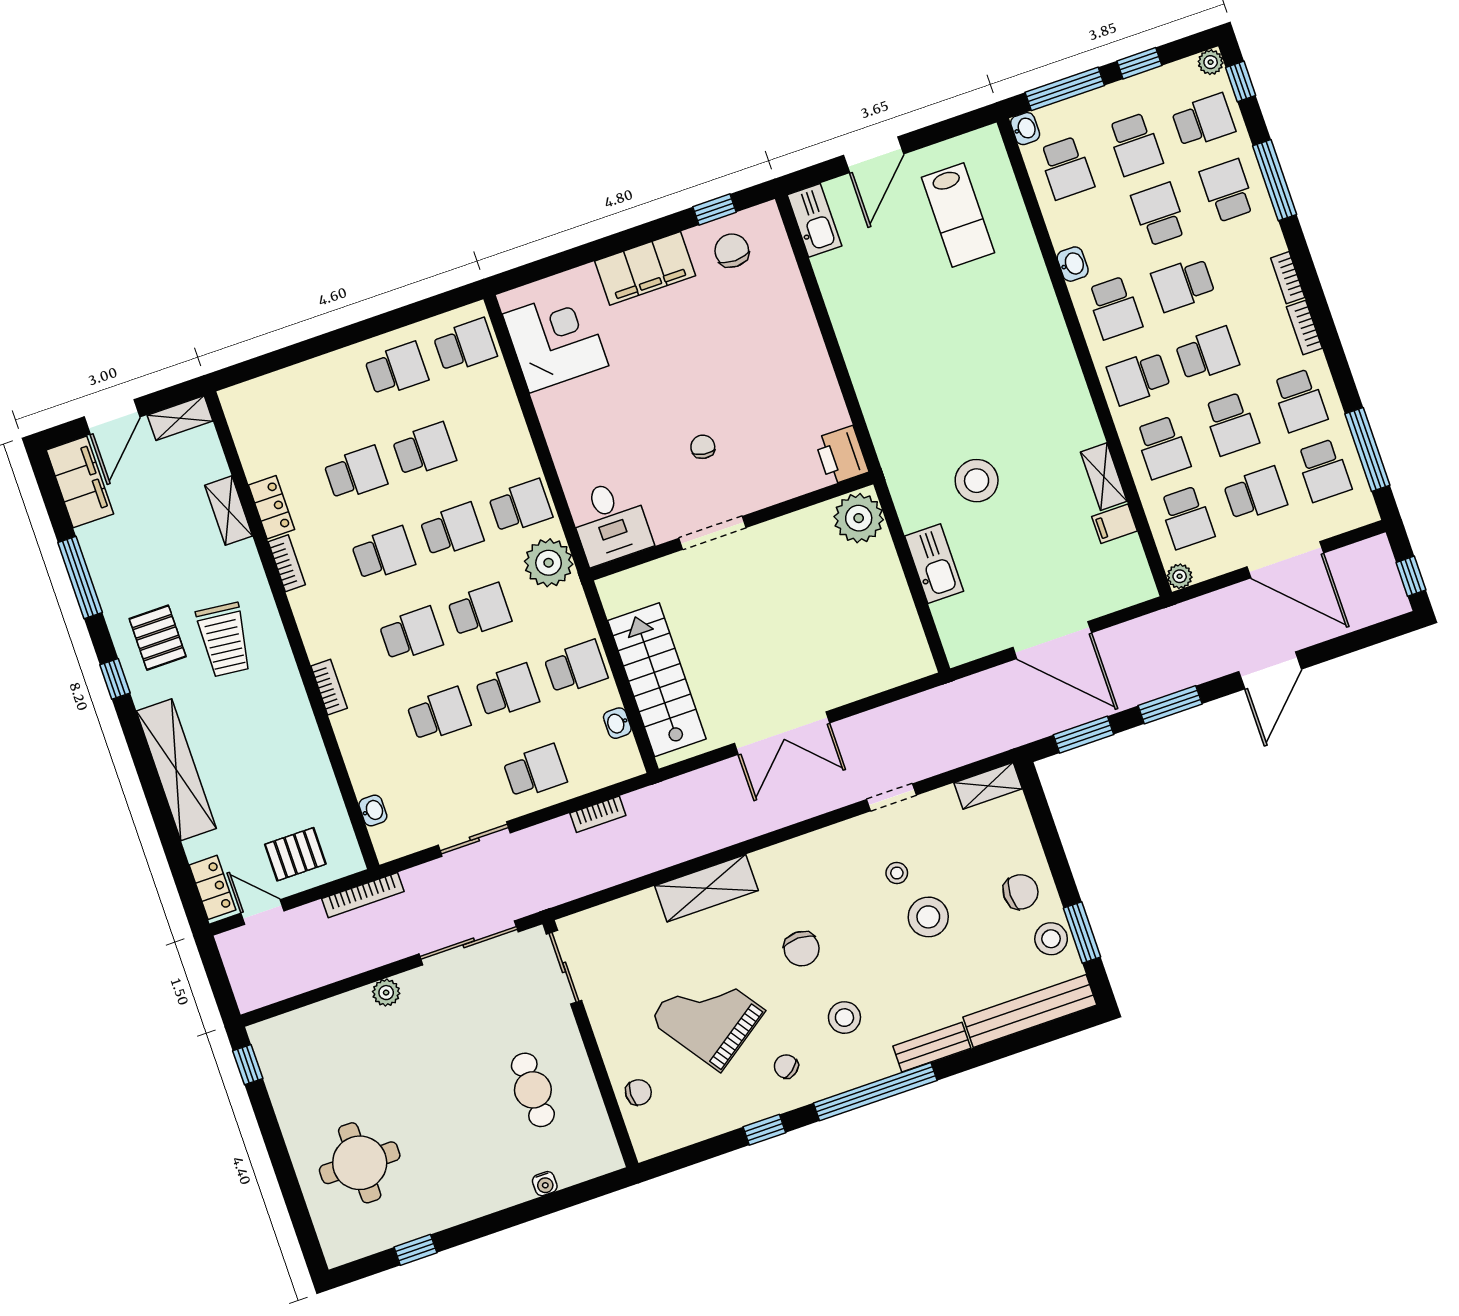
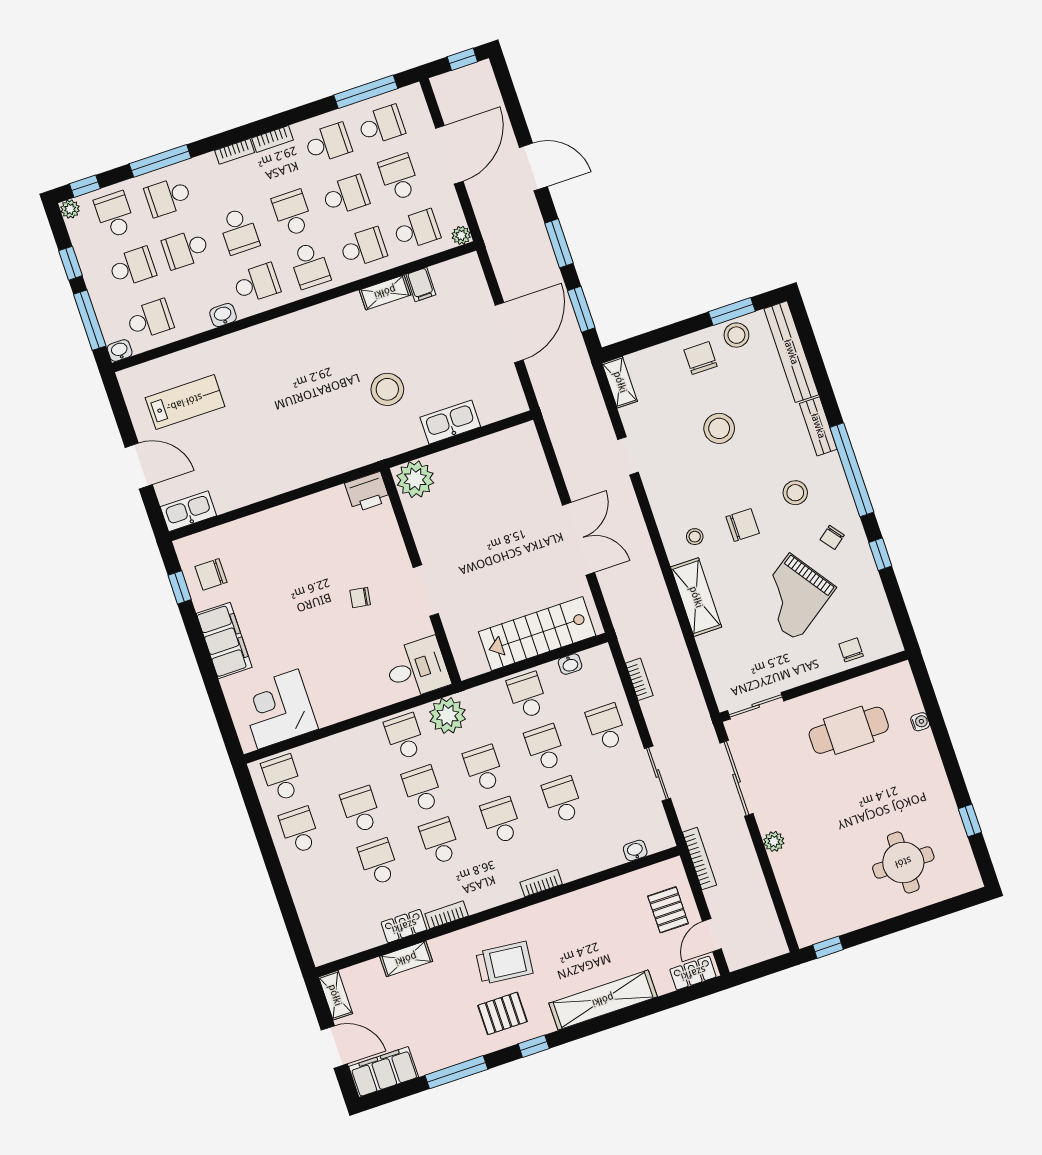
stool: (897, 873) -> (695, 537), moved
cafe table: (533, 1090) -> (849, 730), width x1.37, depth x1.35

